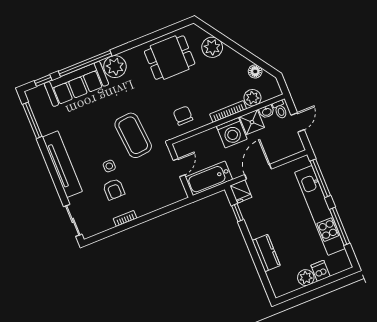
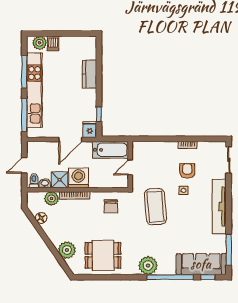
sofa: (76, 84) -> (201, 264), moved
plant: (306, 278) -> (40, 43), moved

